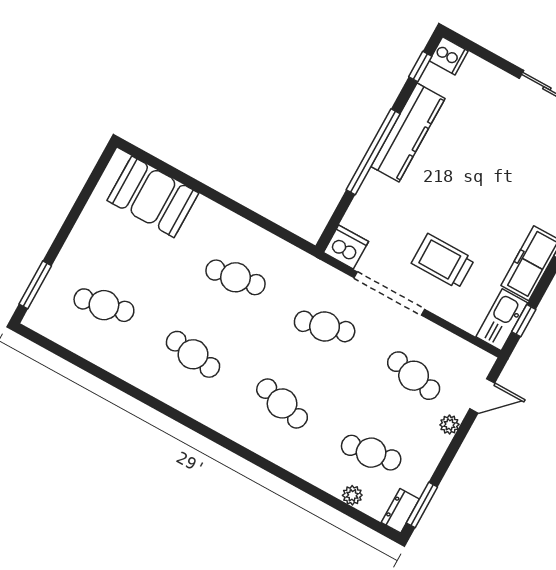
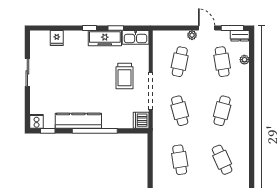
window: (524, 321) -> (116, 28), moved
cafe table: (193, 354) -> (222, 160), turned -33
door: (482, 396) -> (207, 28), moved

